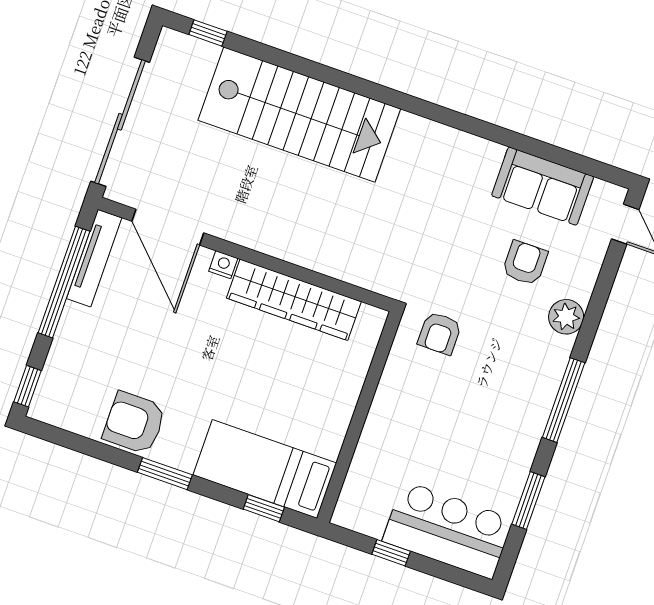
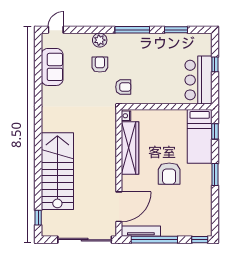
armchair: (525, 263) -> (100, 65), moved, turned 90
nightstand: (223, 265) -> (126, 116), moved
armchair: (134, 423) -> (169, 174), moved
bar counter: (448, 530) -> (198, 80), moved
window: (391, 553) -> (215, 64), moved

